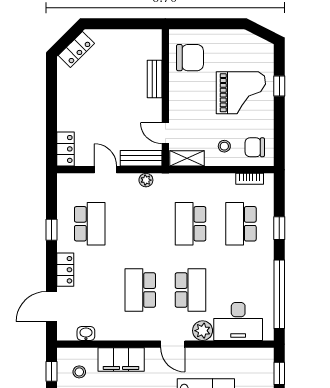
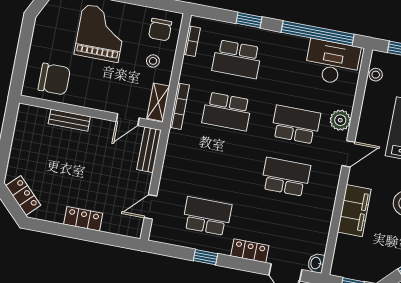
chair: (190, 58) -> (54, 79), turned 90
locker: (65, 149) -> (83, 219), moved
door: (106, 170) -> (150, 207), moved
bookcase: (187, 179) -> (179, 106), added
plant: (146, 180) -> (173, 149), removed
school desk: (140, 290) -> (286, 177), turned 180
desk: (238, 321) -> (332, 62), moved, turned -90
washbasin: (86, 334) -> (316, 263), moved
stool: (79, 372) -> (376, 75), moved

